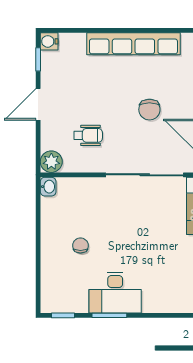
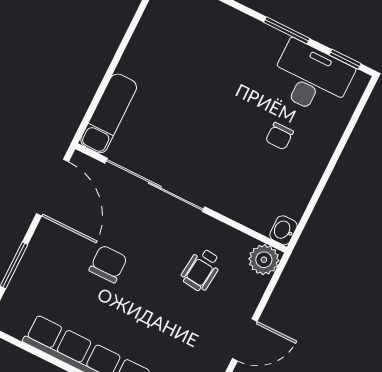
wheelchair: (88, 135) -> (201, 270), turned -84
desk: (115, 293) -> (311, 78), moved

